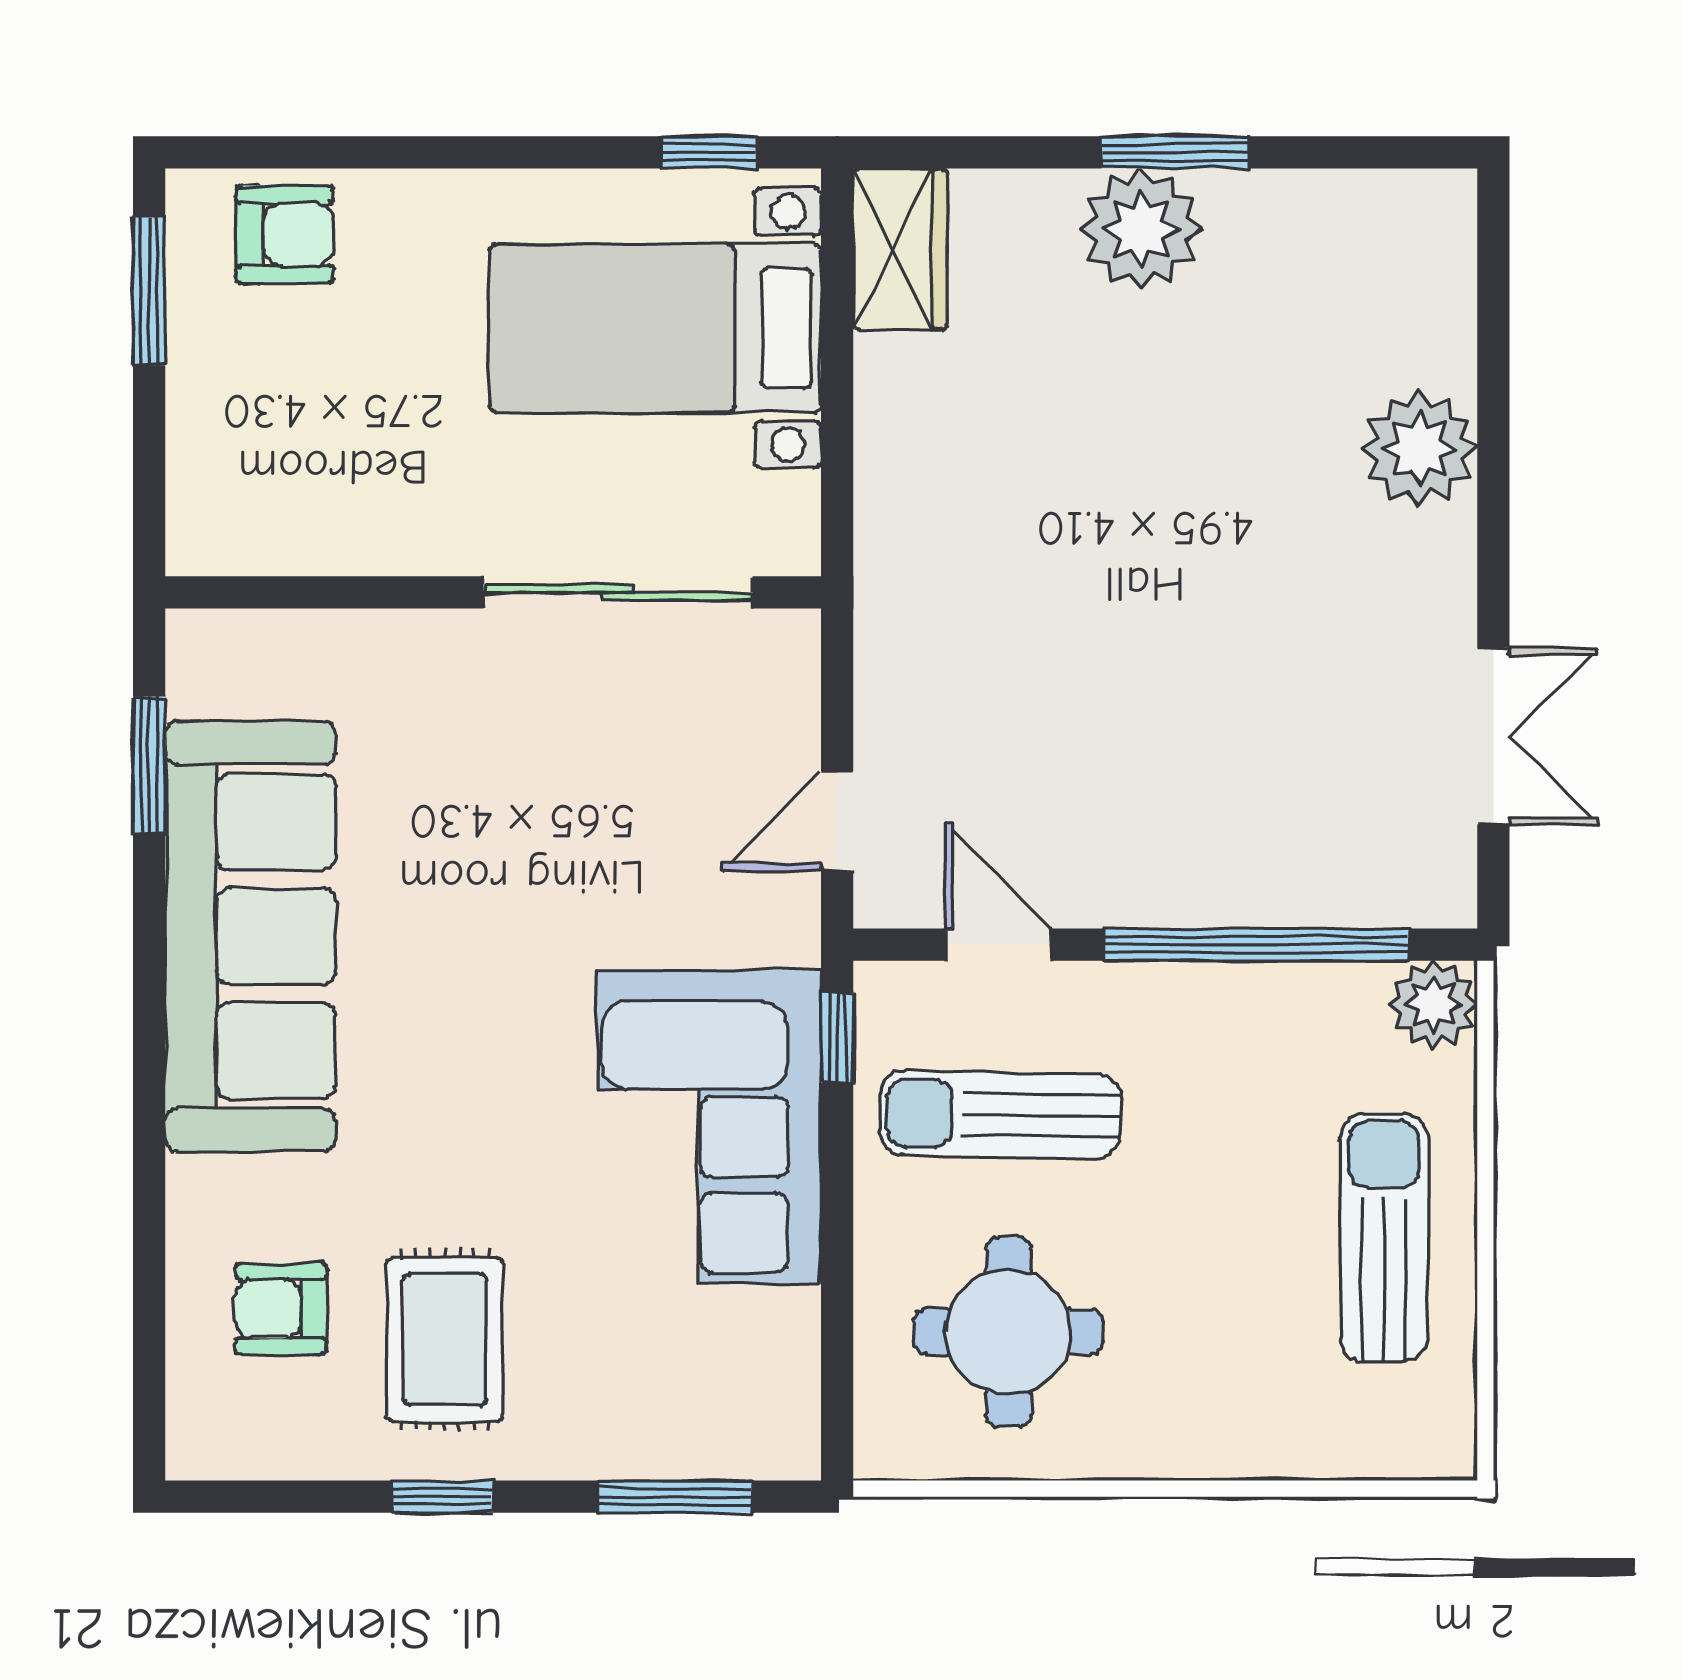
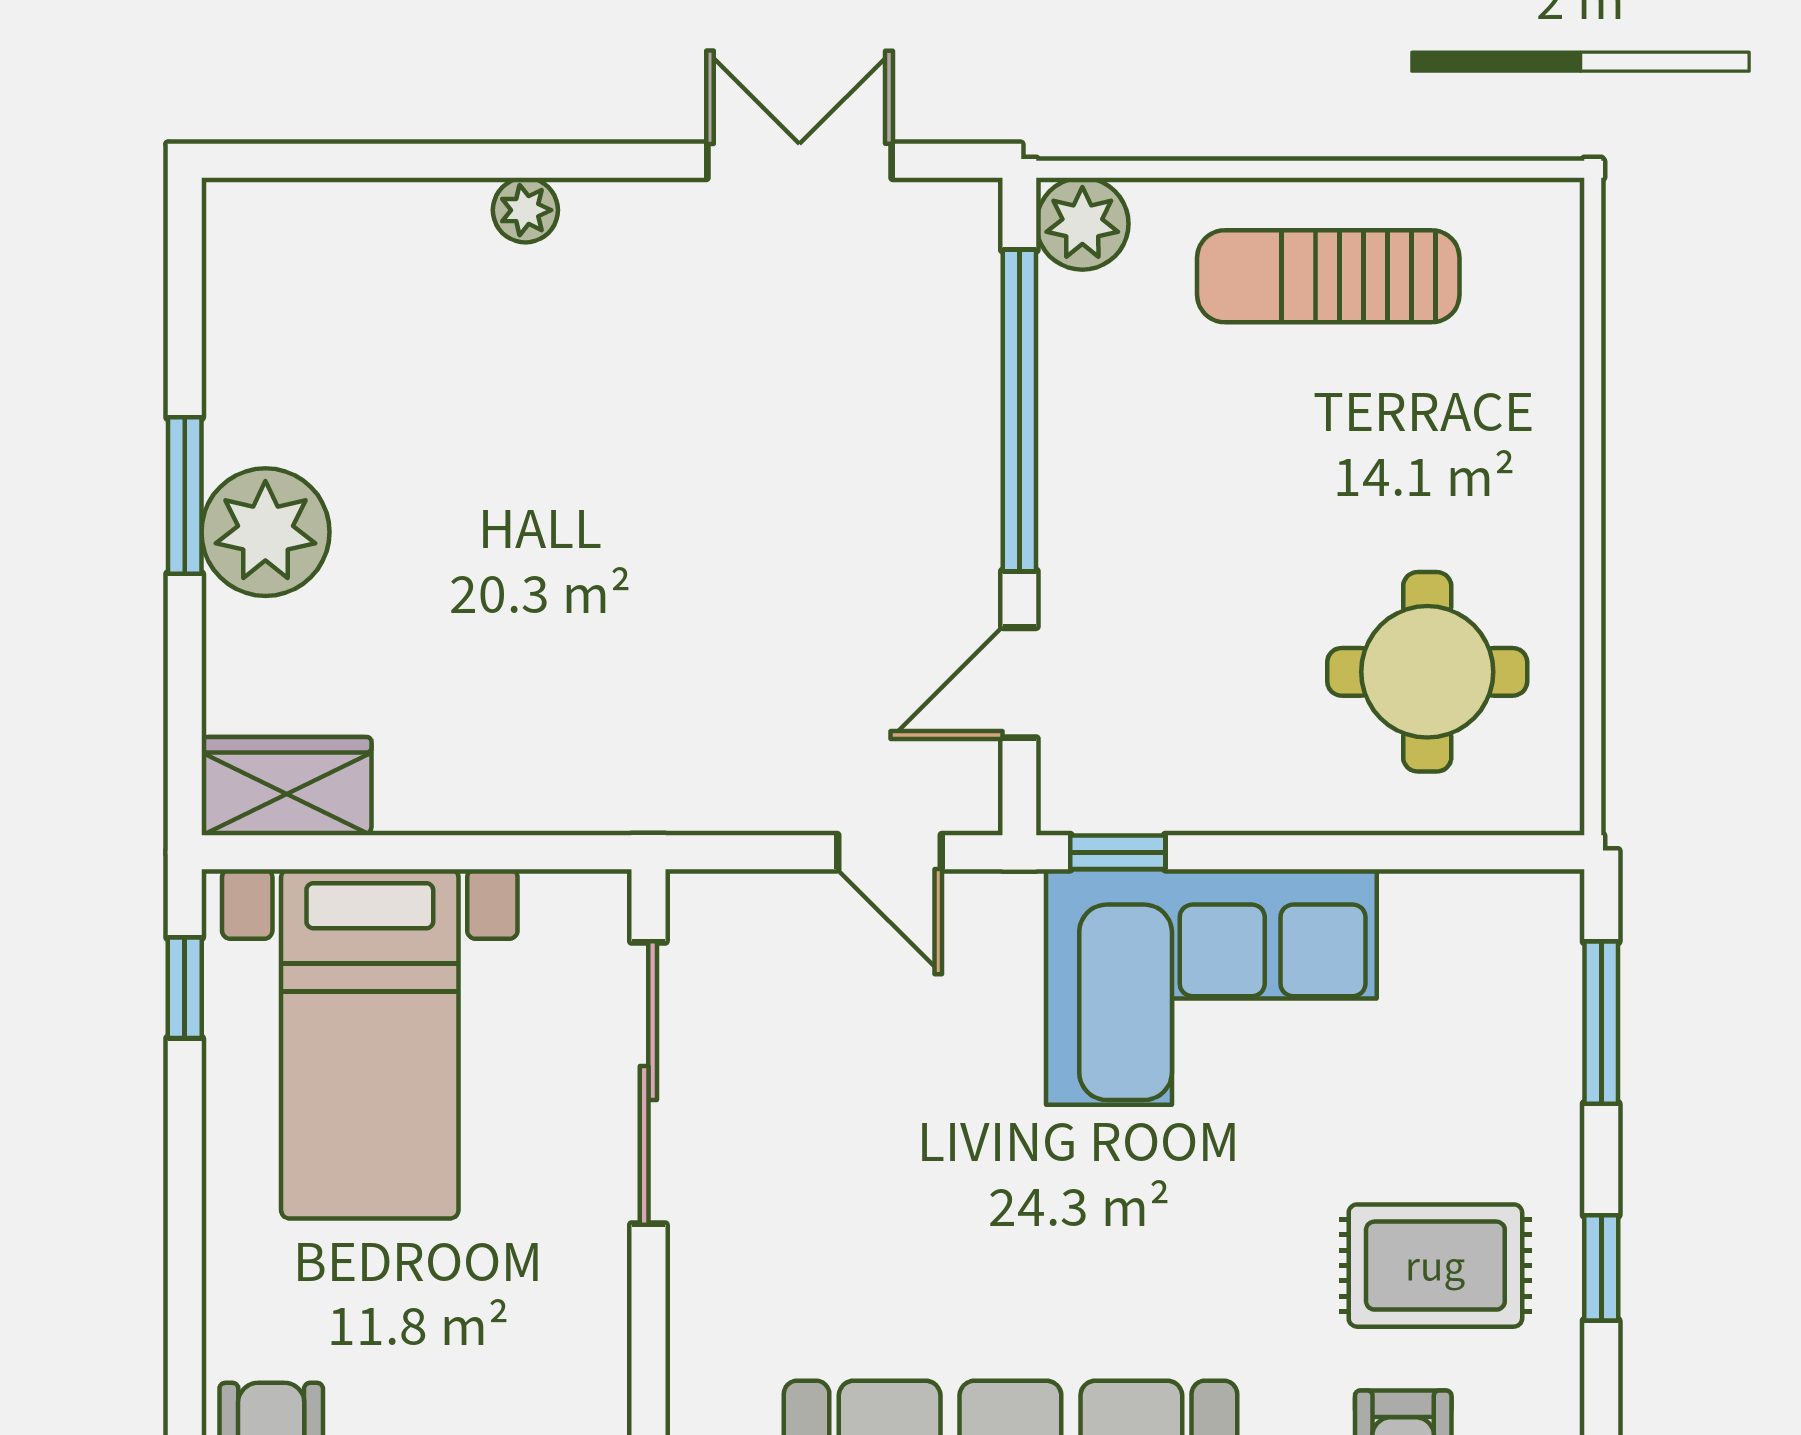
plant: (1420, 449) -> (525, 210), width x0.53, depth x0.53
sun lounger: (1000, 1114) -> (1198, 681), removed

